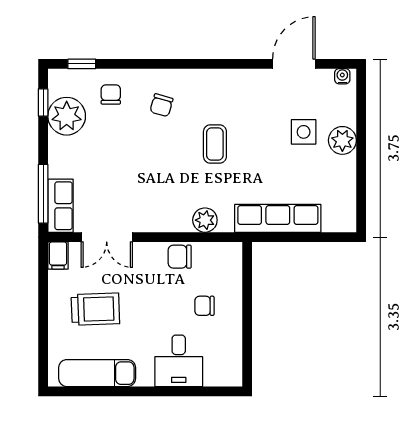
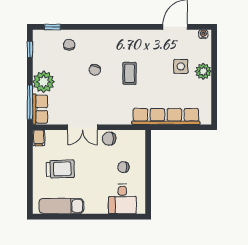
chair: (161, 105) -> (95, 70), moved
plant: (67, 116) -> (44, 82), moved
row of seats: (278, 218) -> (166, 116), width x1.36
plant: (205, 220) -> (124, 117), removed
double door: (107, 237) -> (82, 127), moved
desk: (179, 361) -> (122, 199), moved

